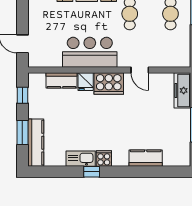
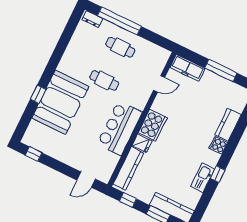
door: (140, 70) -> (159, 84), moved
kitchen counter: (62, 80) -> (128, 169), width x1.50
cooker: (104, 158) -> (218, 145), moved

